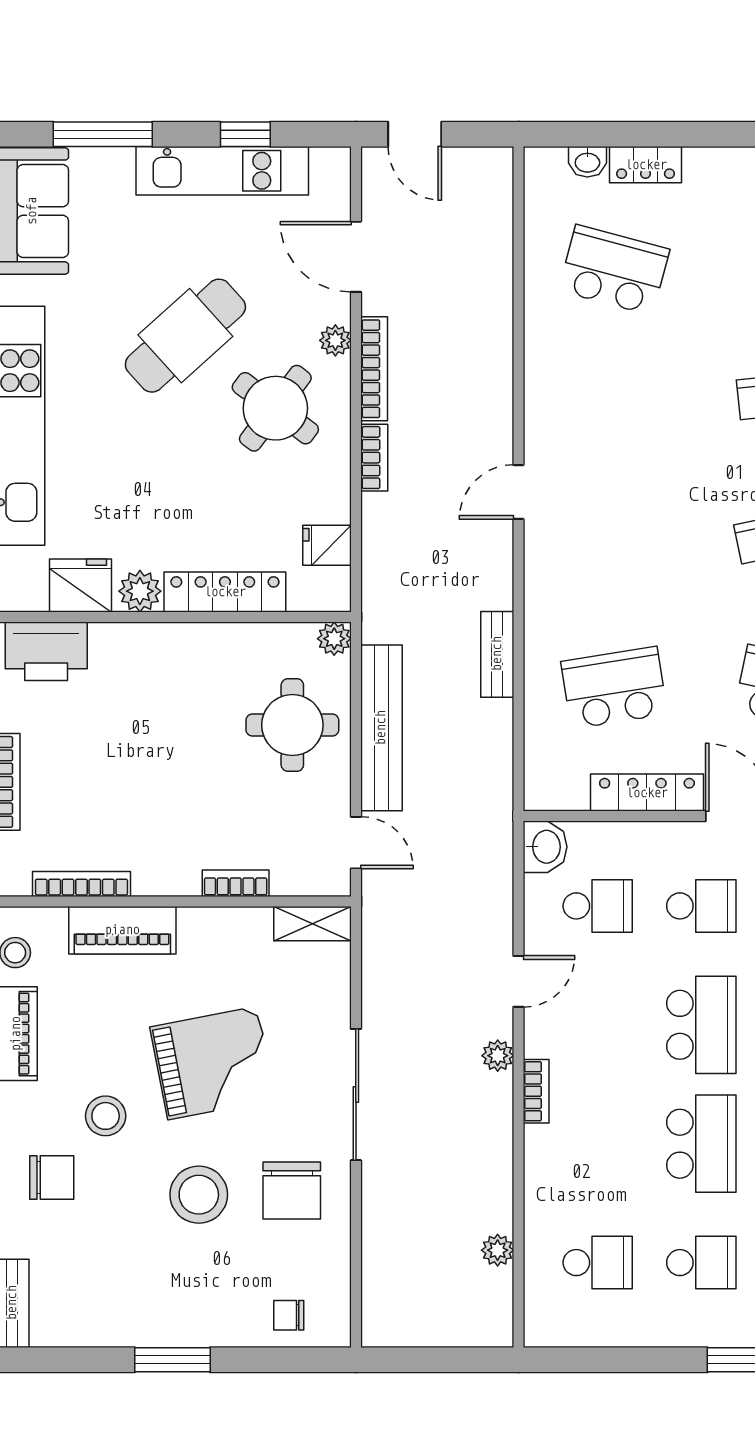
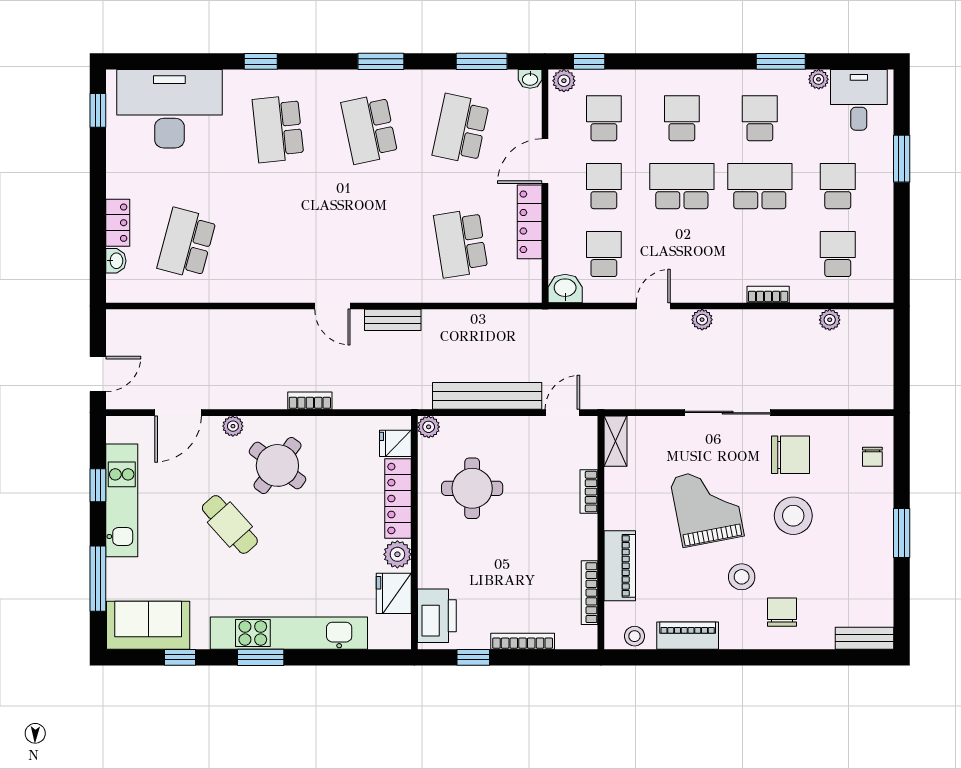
cafe table: (185, 336) -> (230, 524), width x0.73, depth x0.74
bookcase: (374, 369) -> (252, 401), removed
fridge: (327, 545) -> (395, 443), moved, turned 90
bench: (497, 654) -> (393, 320), moved
round table: (292, 725) -> (472, 488), moved
door: (518, 981) -> (653, 306), hinge flipped
bookcase: (536, 1091) -> (768, 294), moved

